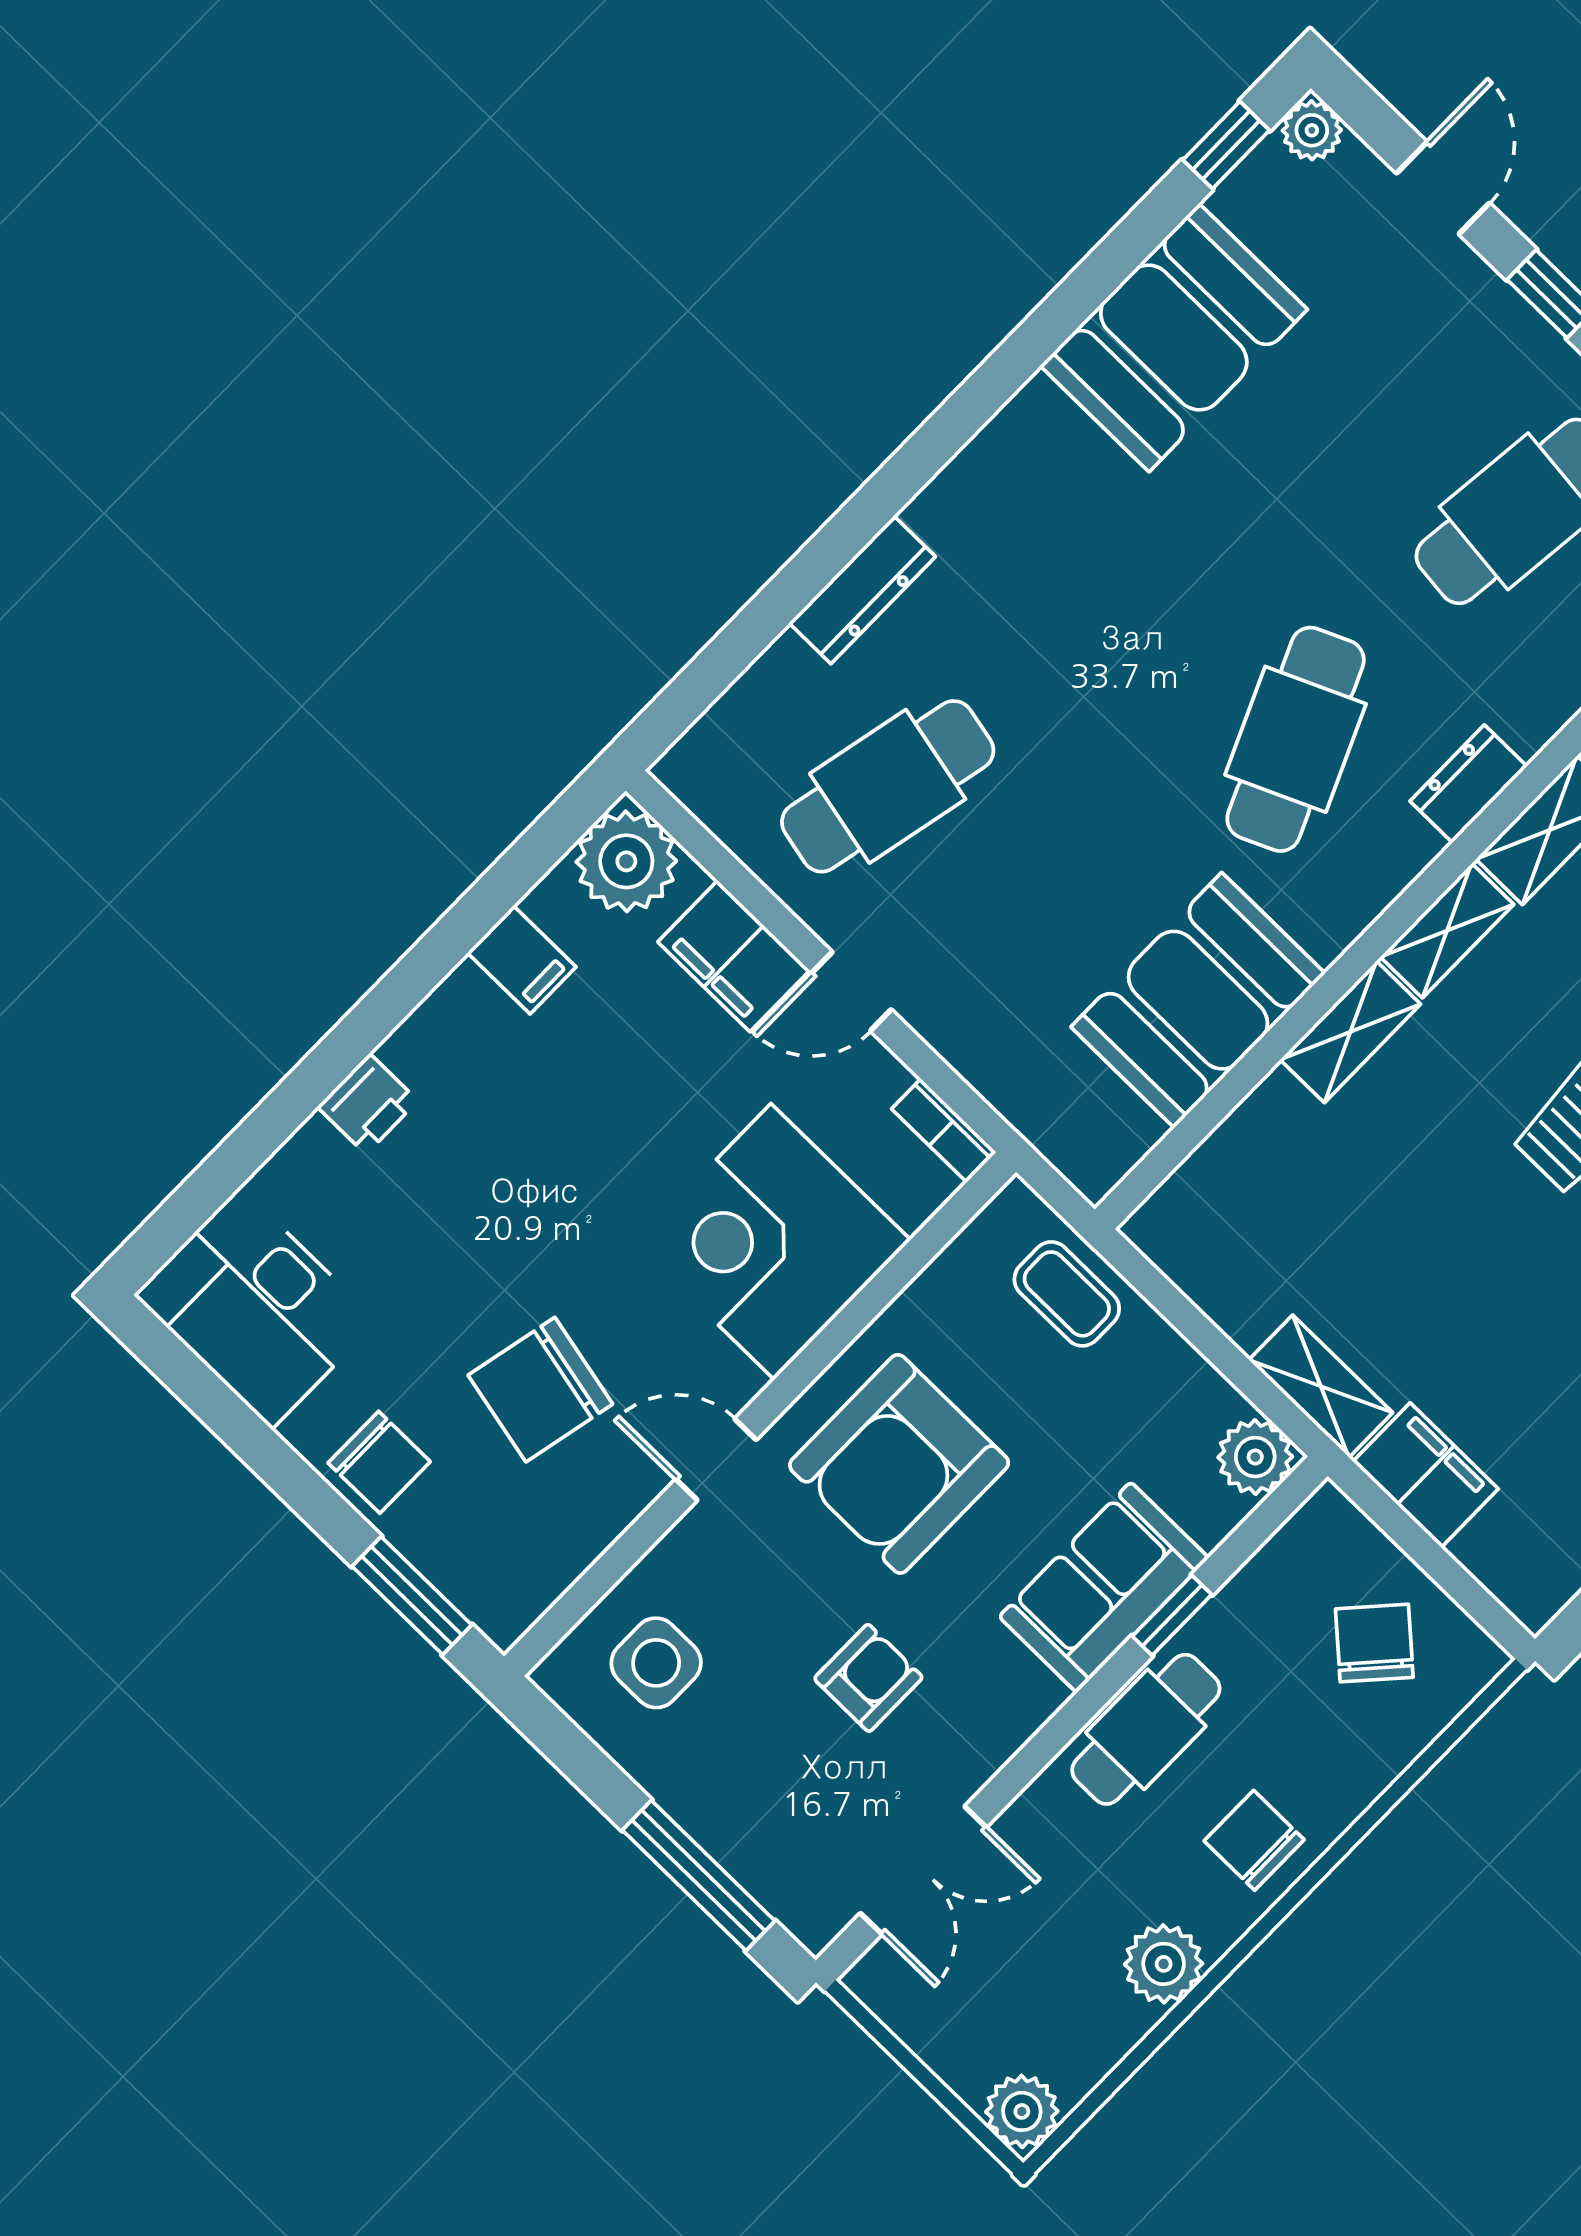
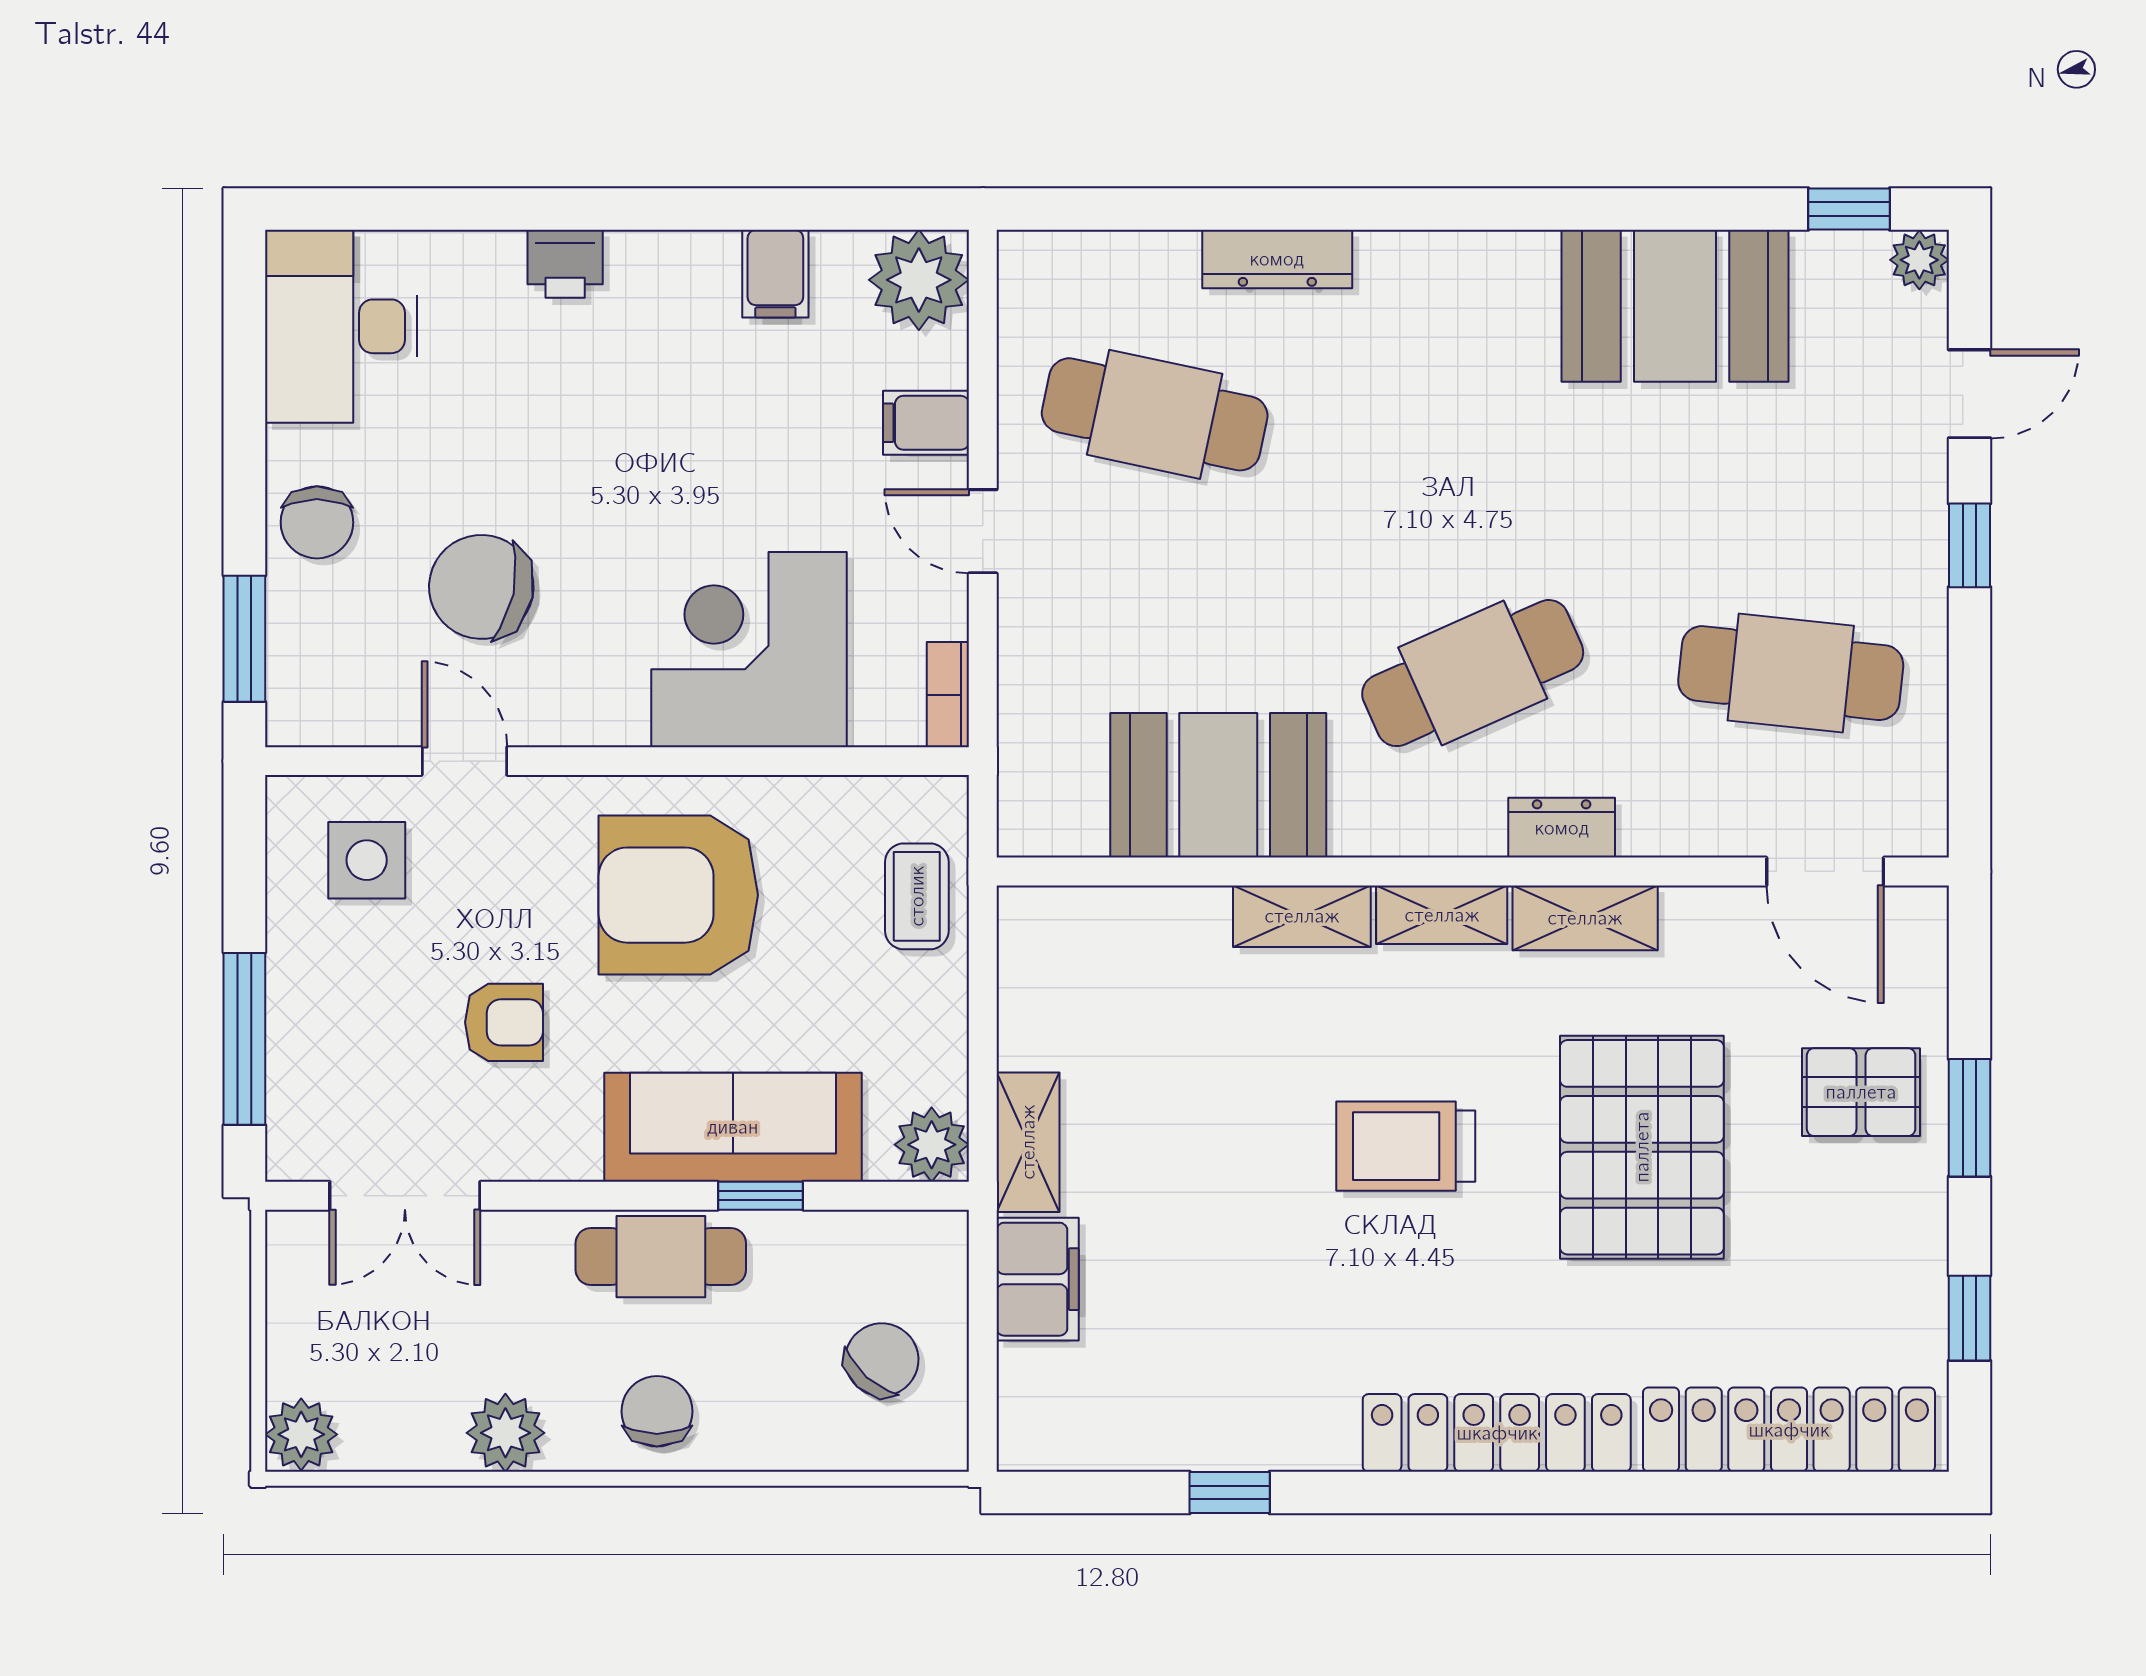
filing cabinet: (734, 956) -> (926, 423), width x0.50
door: (716, 1459) -> (464, 761), moved
sofa: (1104, 1587) -> (733, 1127), width x1.36

